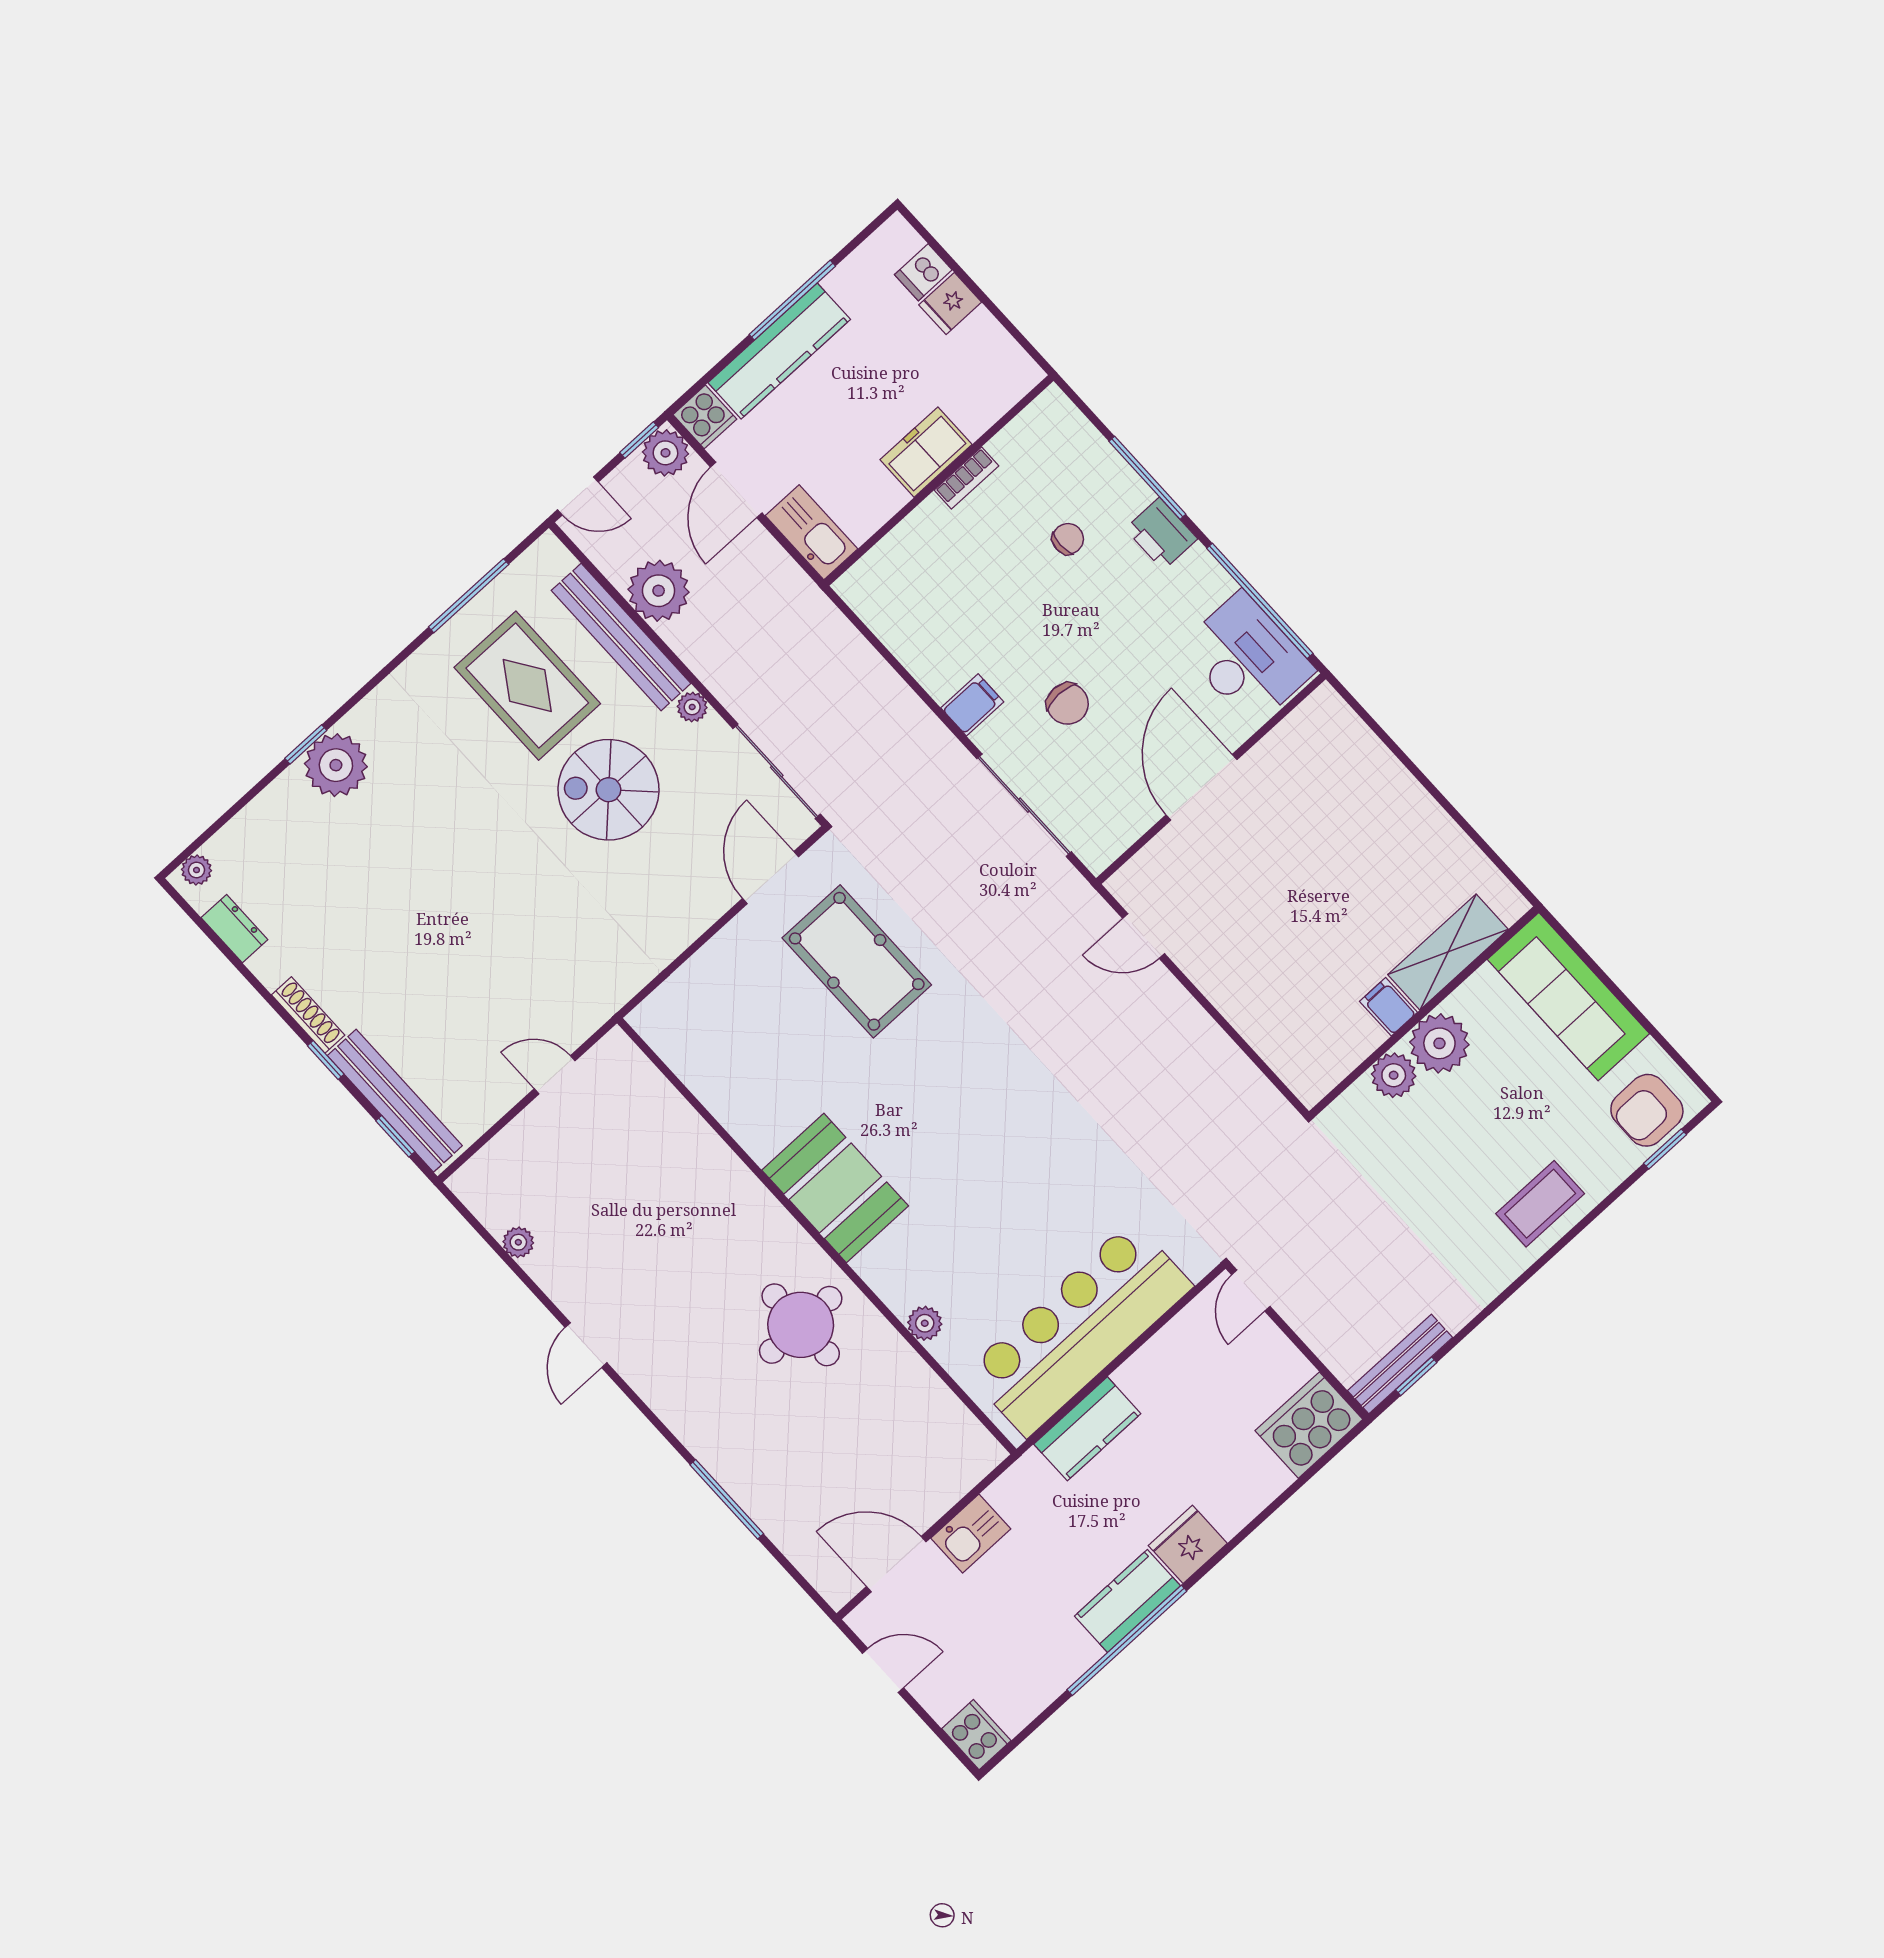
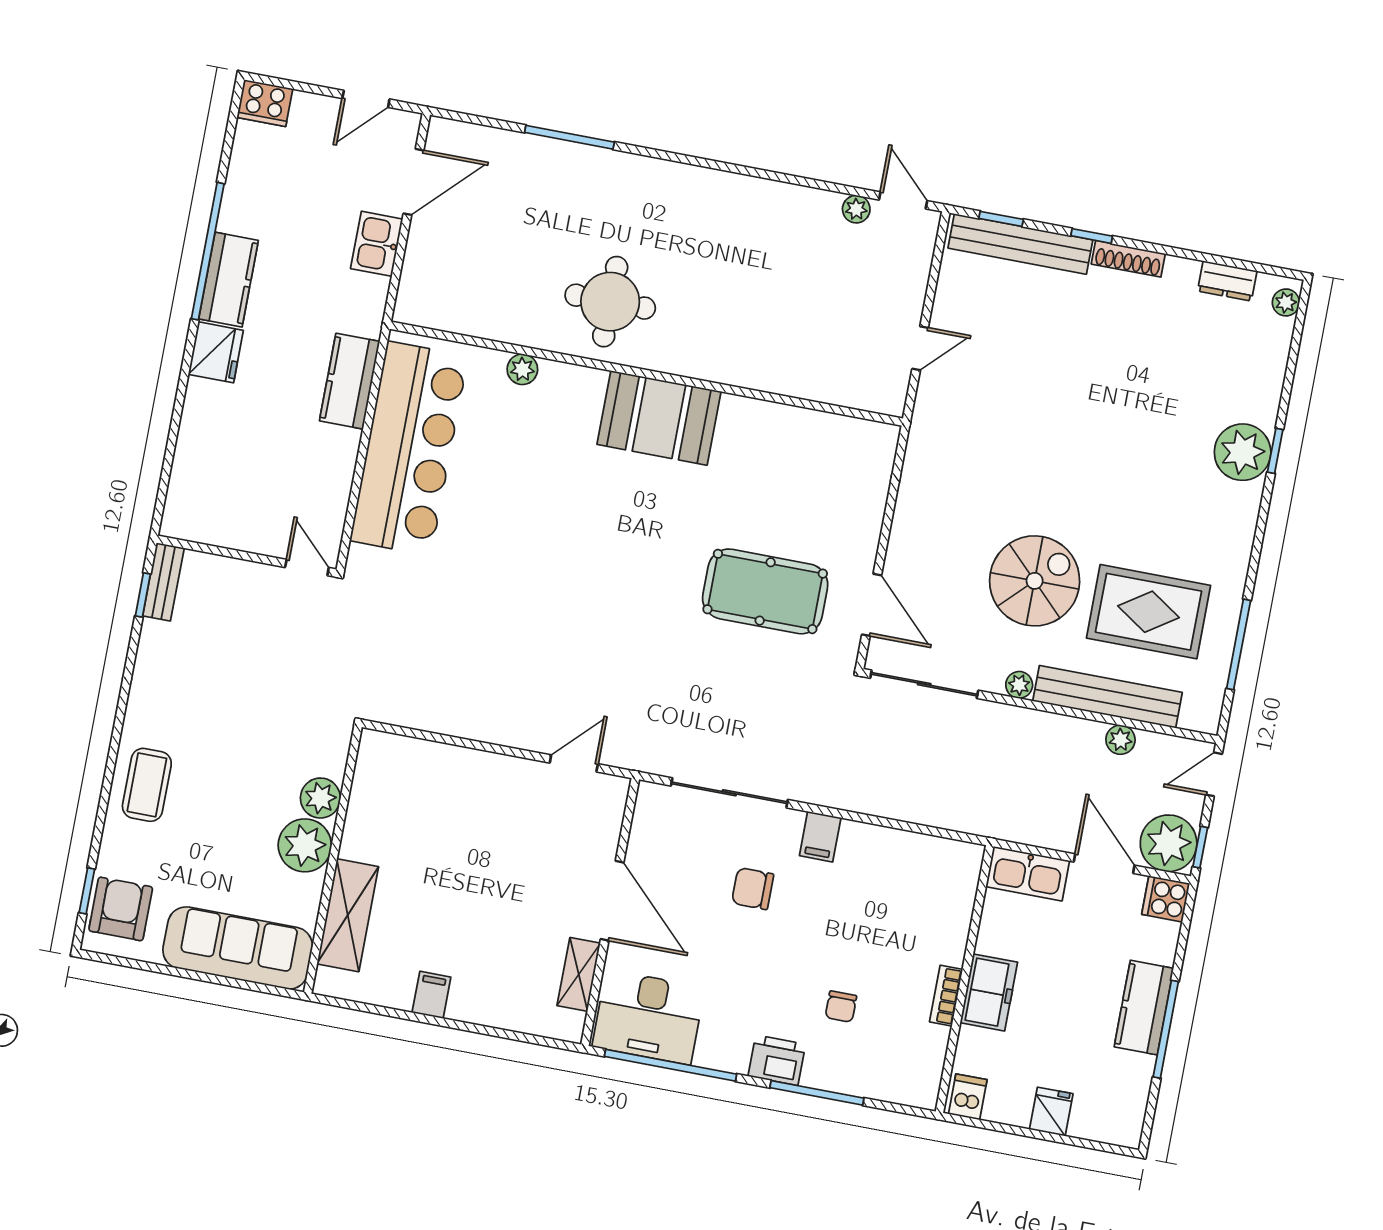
dishwasher: (923, 272) -> (968, 1097), moved
kitchen counter: (779, 351) -> (1144, 1008), width x0.67
plant: (665, 453) -> (1169, 843), width x1.36, depth x1.36
plant: (659, 591) -> (1120, 740), width x0.53, depth x0.53
shelving: (1281, 744) -> (579, 974), added
filing cabinet: (1388, 1007) -> (431, 995), moved, turned -90
door: (586, 1345) -> (903, 200), moved
bench: (1400, 1364) -> (163, 582), width x0.73
cooker: (1309, 1425) -> (193, 503), removed

